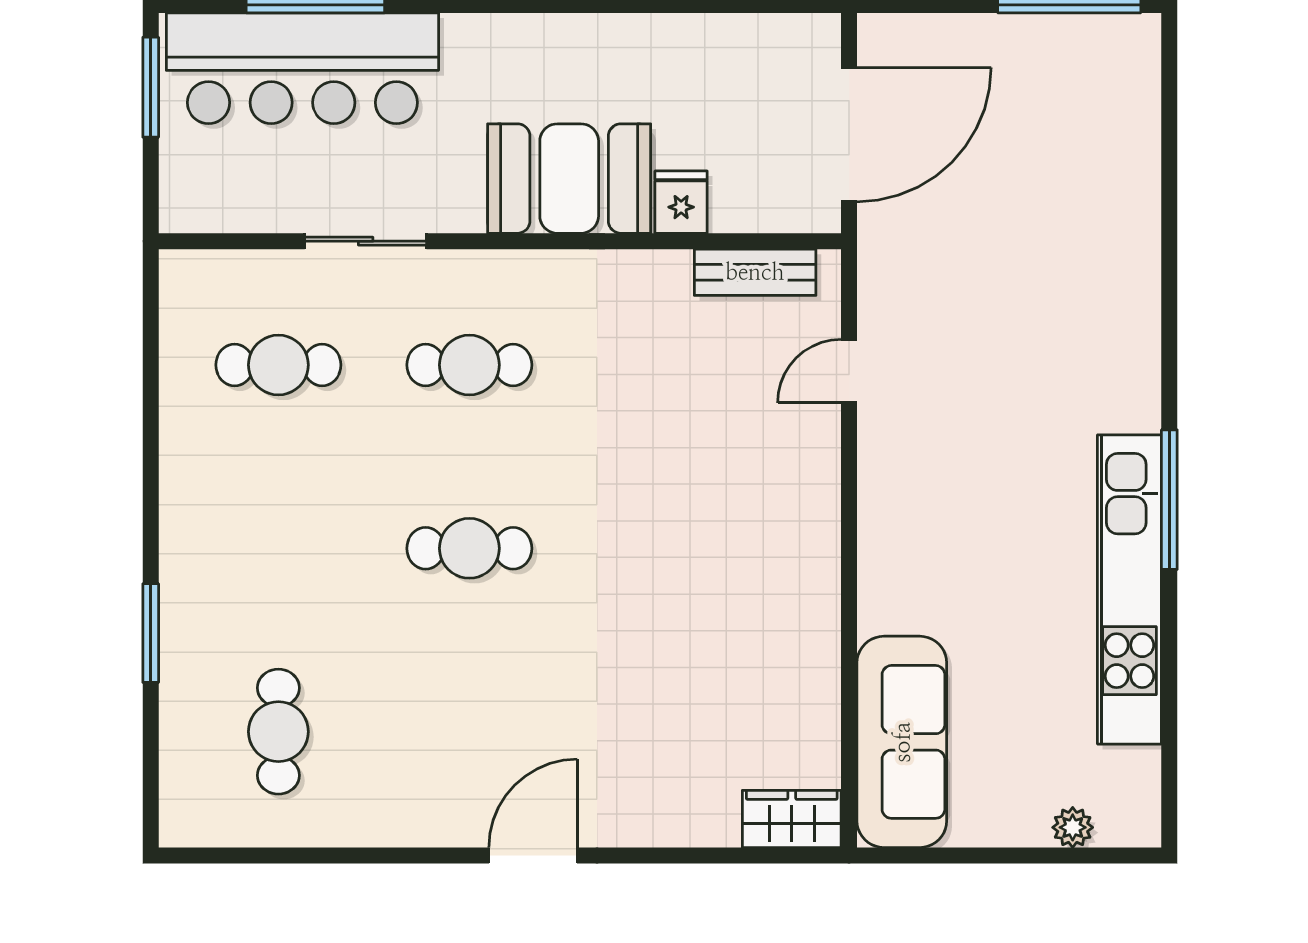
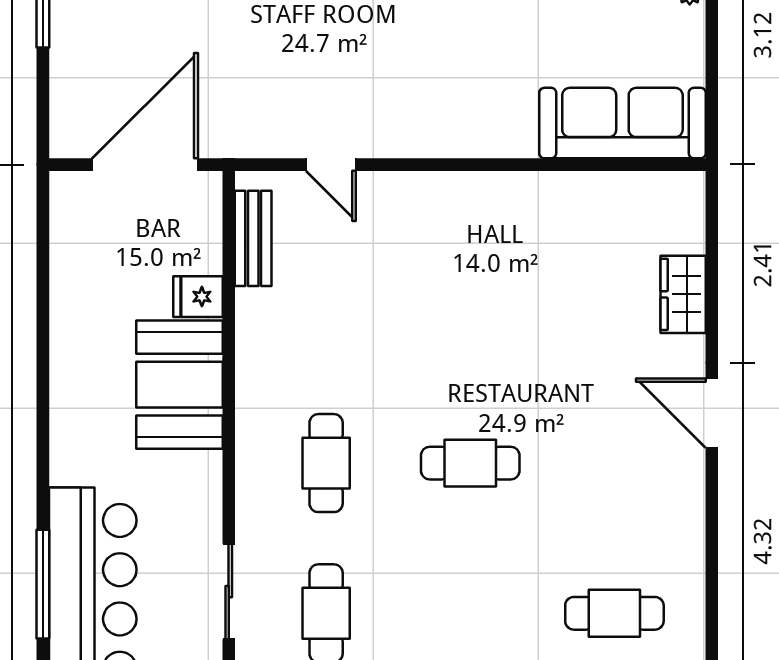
door: (849, 135) -> (145, 165), hinge flipped
sliding door: (366, 241) -> (229, 592), moved
cafe table: (469, 548) -> (470, 463), turned 90
wardrobe: (792, 819) -> (683, 294), moved

